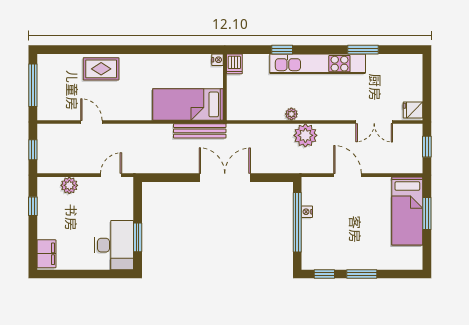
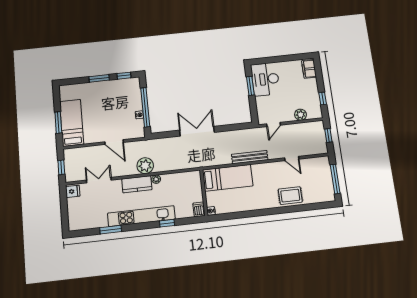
kitchen counter: (320, 110) -> (137, 184), added
bench: (200, 131) -> (250, 157), moved
double door: (225, 178) -> (197, 131), swing flipped

